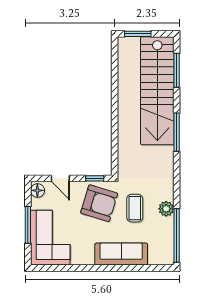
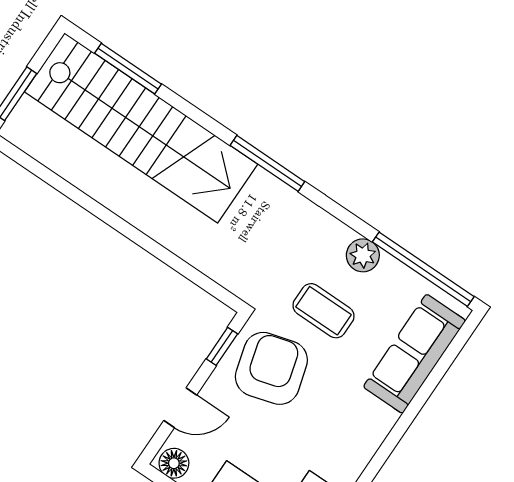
window: (177, 132) -> (267, 163), moved
armchair: (99, 203) -> (271, 368), turned -33
sofa: (121, 254) -> (414, 354), moved

